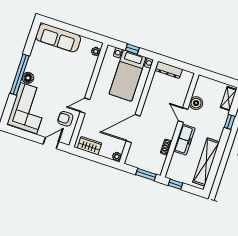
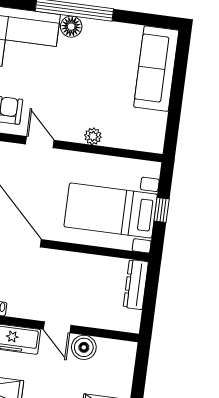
plant: (96, 51) -> (93, 136), moved
door: (183, 115) -> (57, 327), swing flipped

